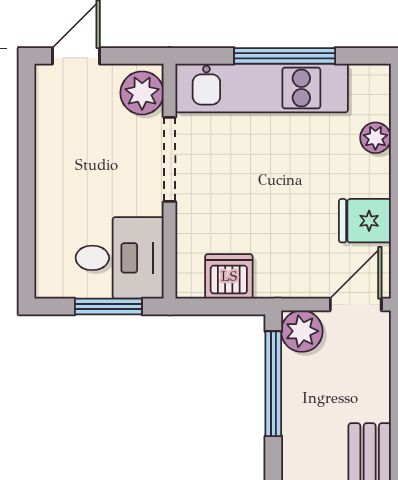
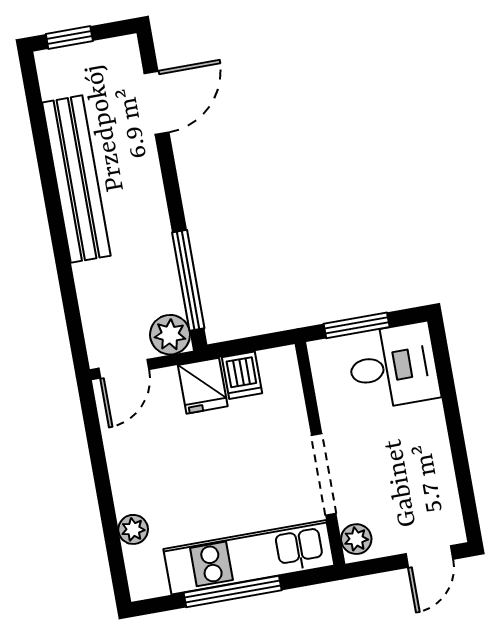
plant: (142, 93) -> (356, 539), width x0.73, depth x0.73
fridge: (365, 221) -> (203, 386), moved, turned 90
desk: (120, 258) -> (393, 366), moved, turned 180
dishwasher: (229, 276) -> (242, 375), width x0.73

